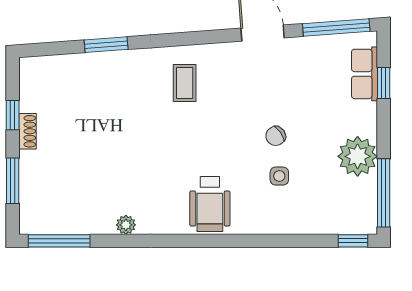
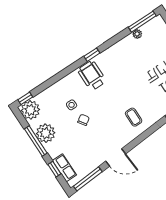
window: (384, 193) -> (36, 141), moved
plant: (358, 215) -> (30, 110), added
plant: (126, 225) -> (137, 34), moved
window: (186, 241) -> (92, 55), added

